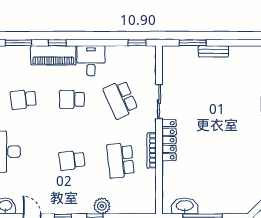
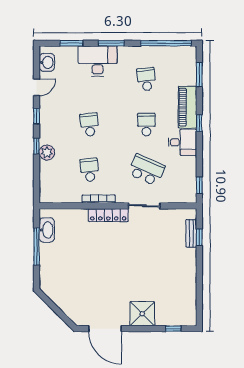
window: (57, 43) -> (199, 123), moved
window: (193, 43) -> (199, 237), width x0.67
bench: (213, 51) -> (191, 233), moved
school desk: (121, 99) -> (146, 170), turned 48
school desk: (121, 160) -> (89, 170), width x0.54

